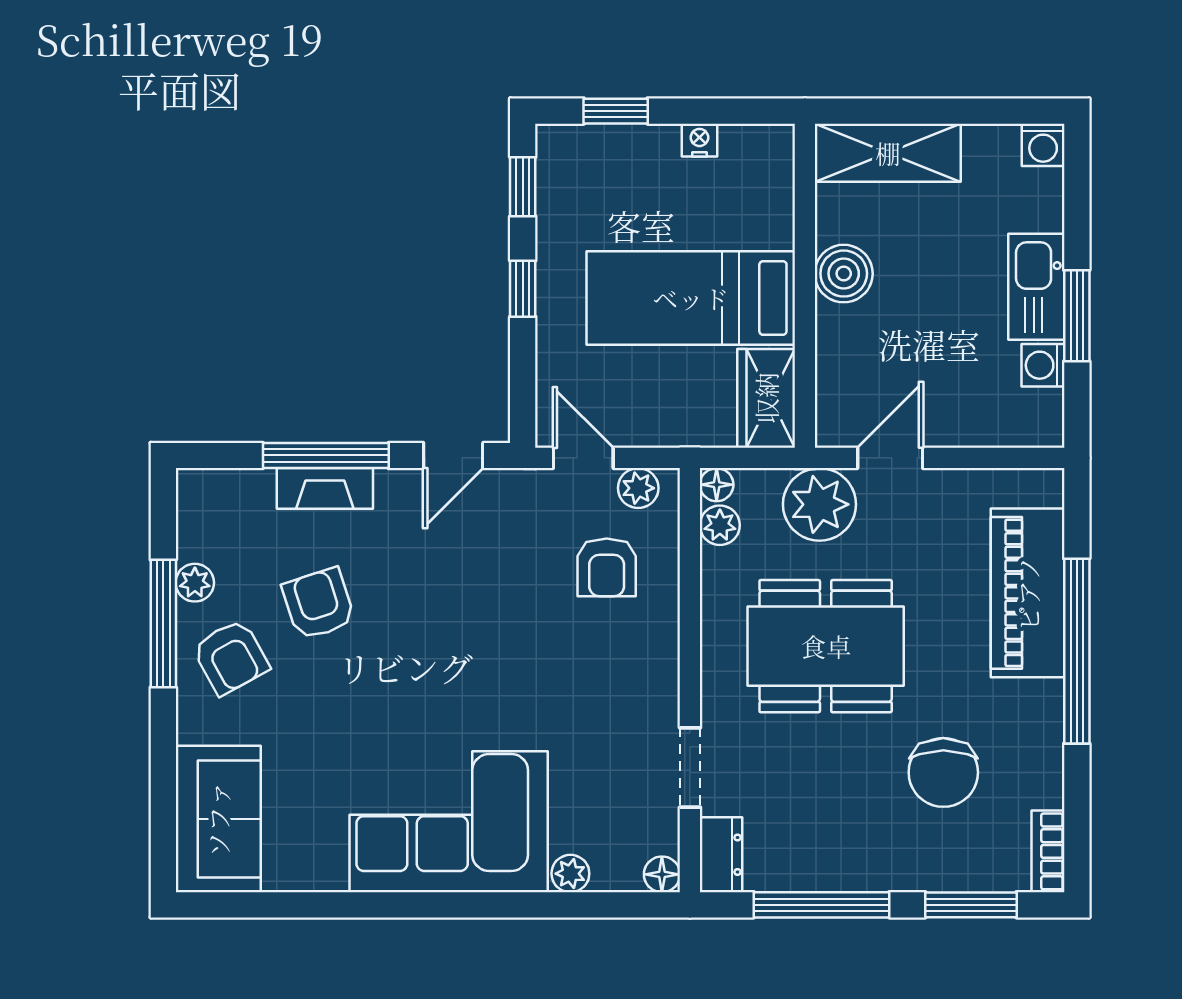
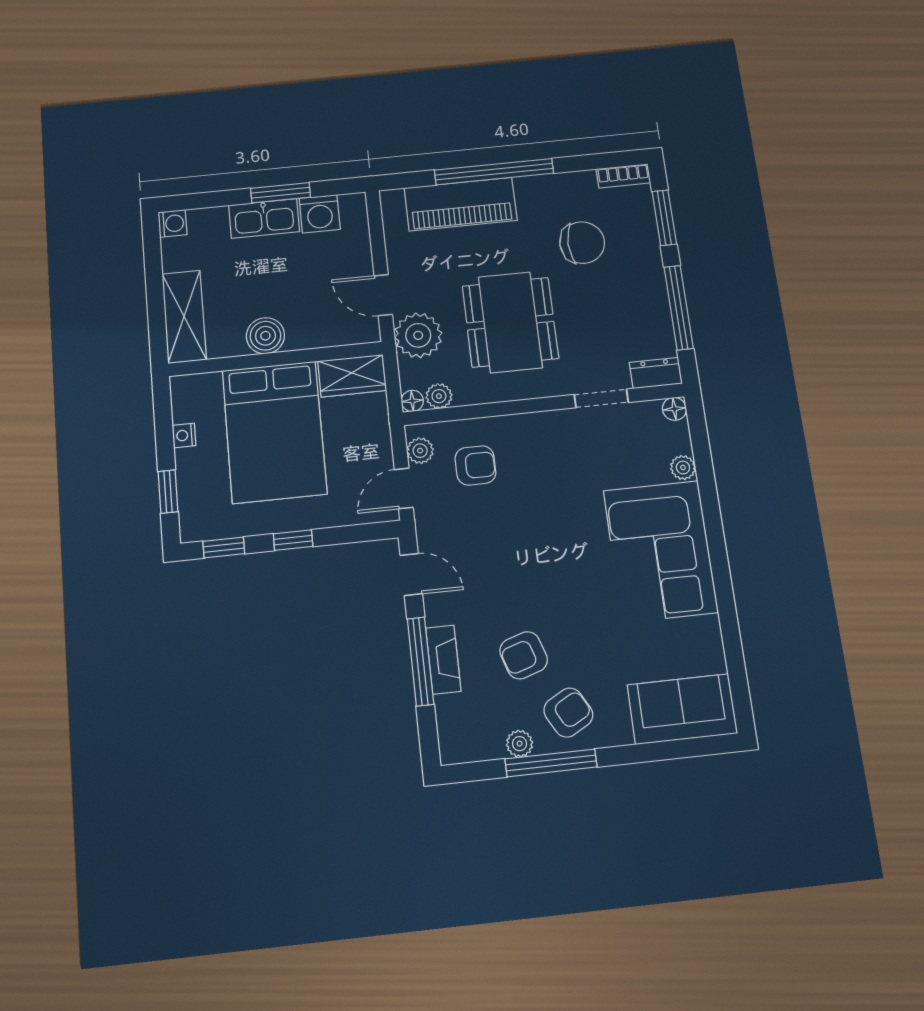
bed: (691, 298) -> (274, 432), width x1.50
washing machine: (1043, 365) -> (320, 214), width x1.38, depth x1.38

